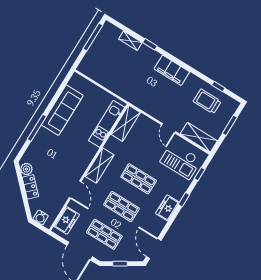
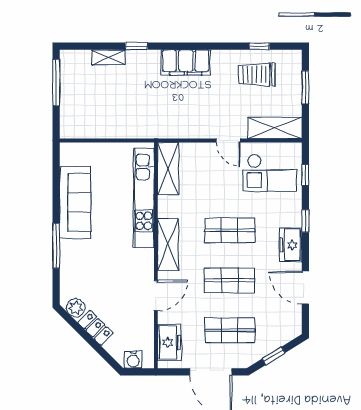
kitchen unit: (107, 124) -> (144, 198), width x1.36
door: (75, 190) -> (156, 296), hinge flipped
door: (154, 249) -> (305, 288), moved

